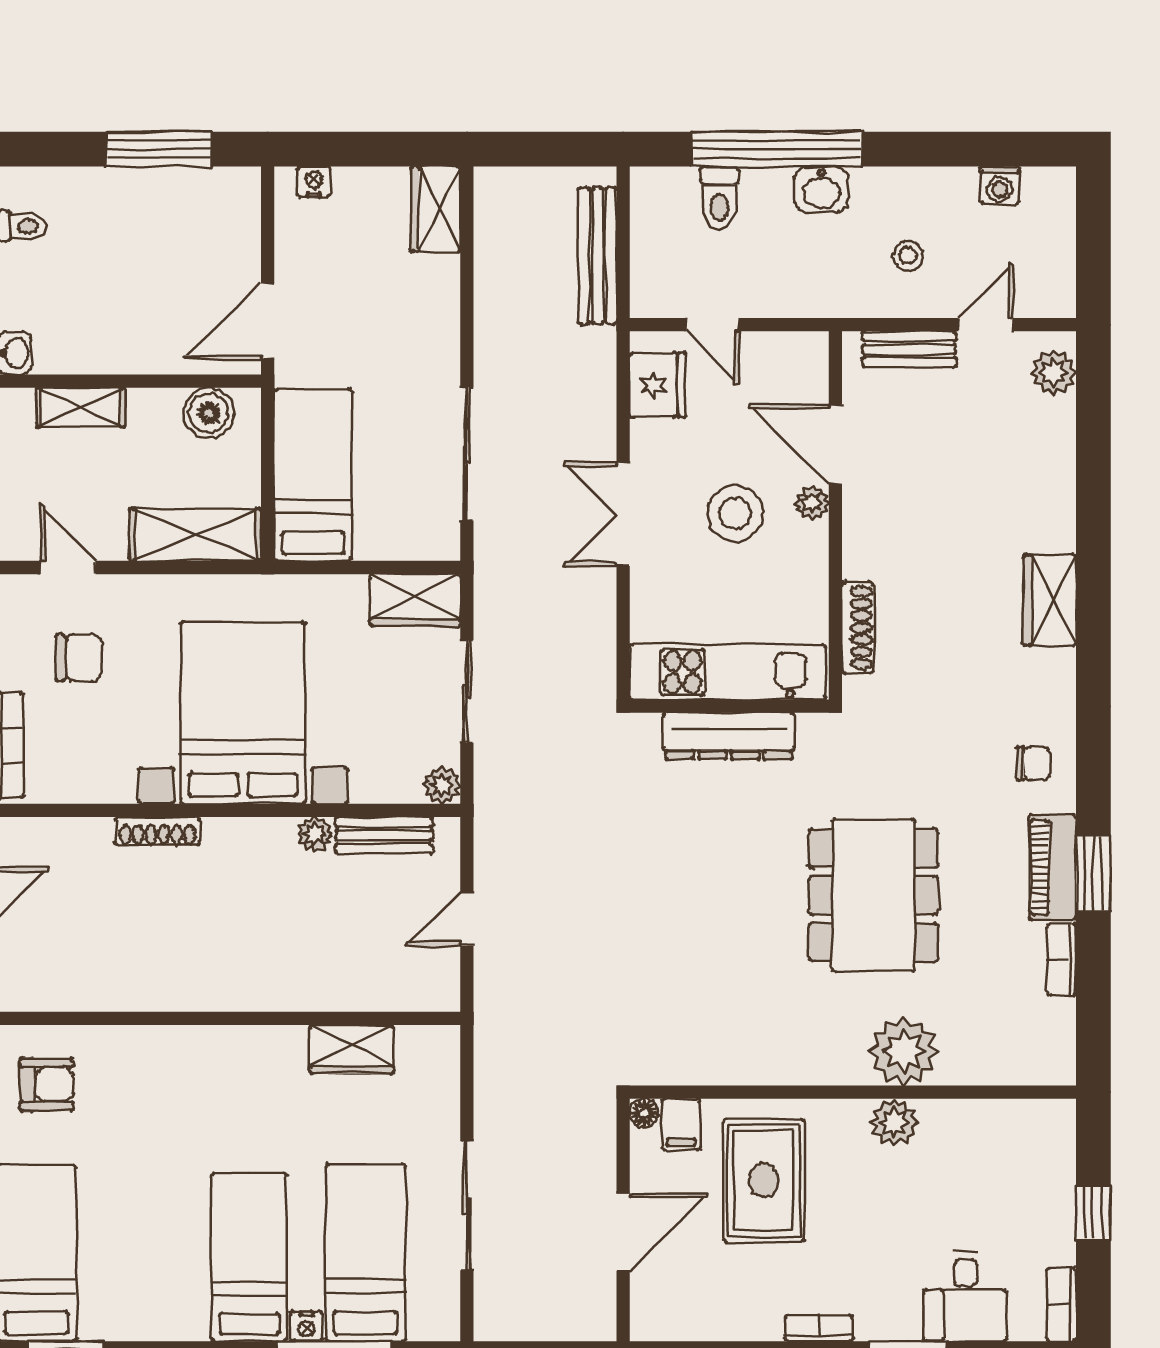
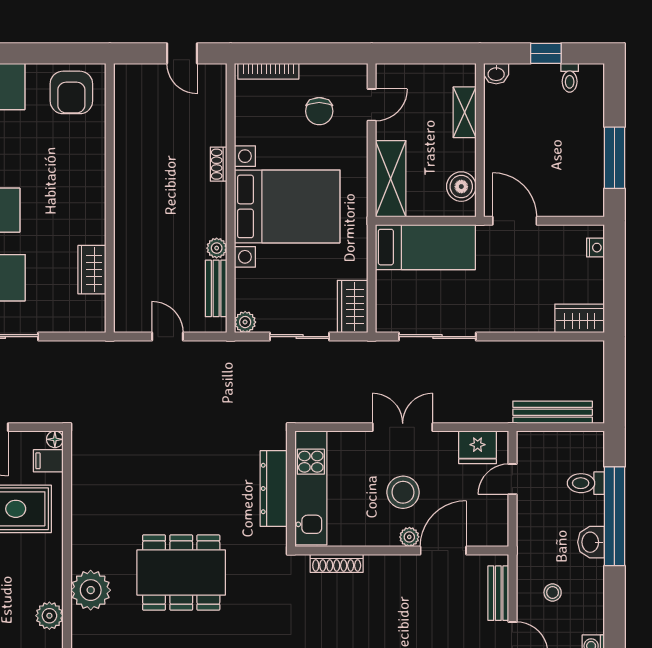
shoe rack: (157, 831) -> (219, 164), width x0.70
armchair: (47, 1084) -> (71, 92), width x1.38, depth x1.38
plant: (894, 1122) -> (49, 616), moved

